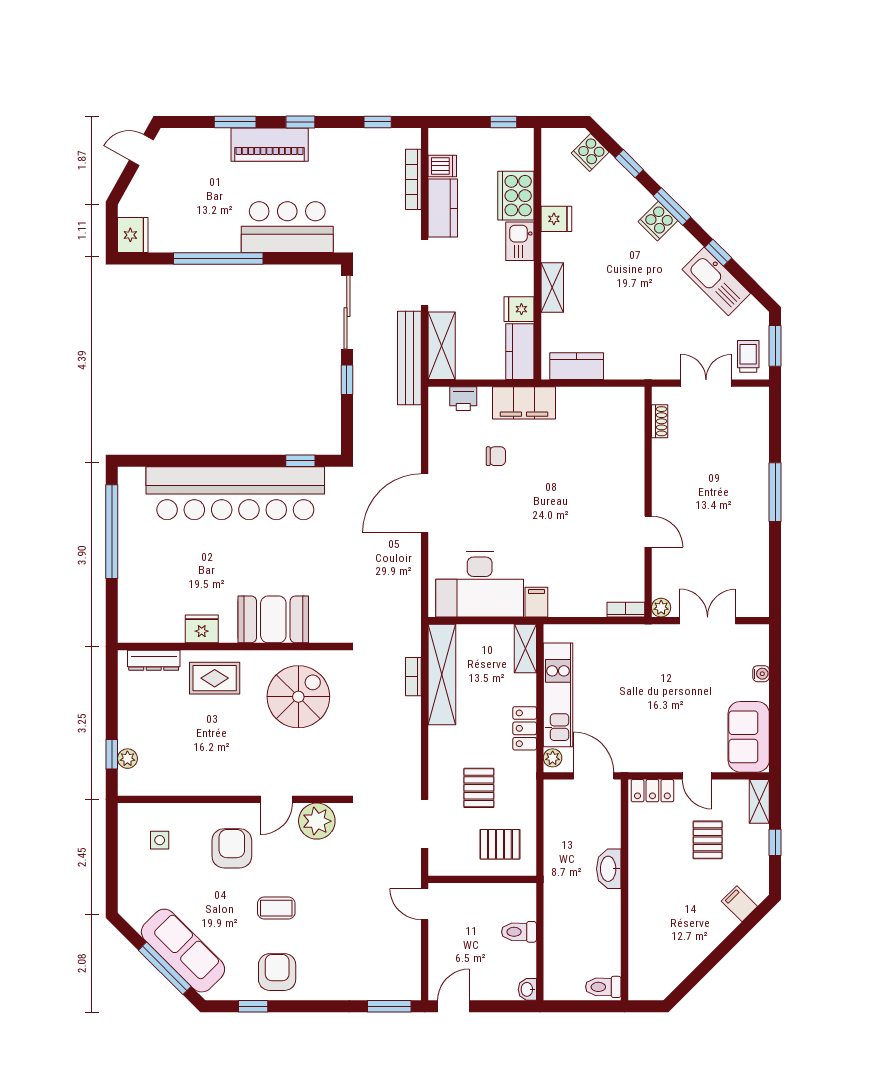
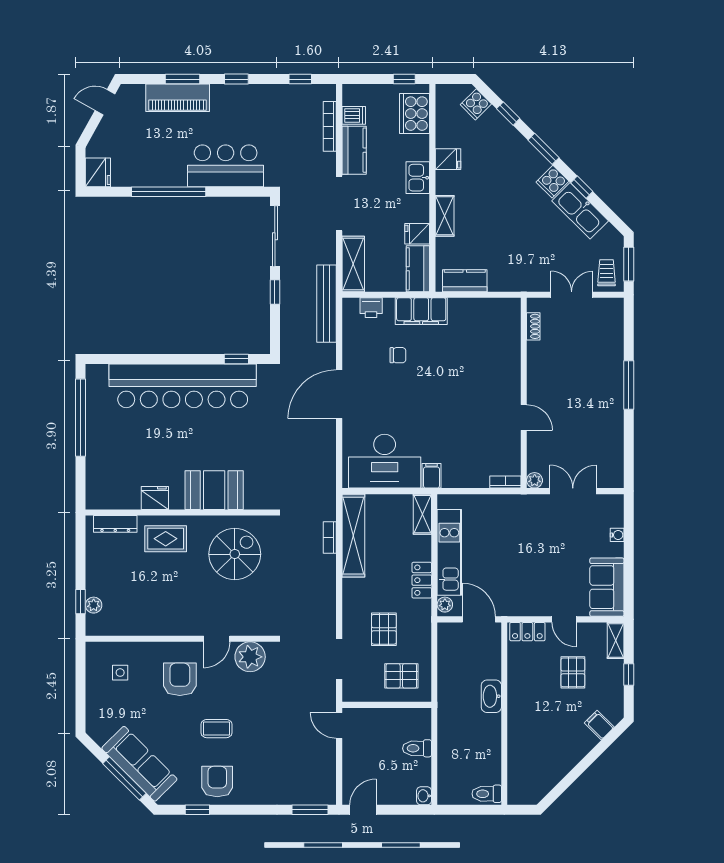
piano: (270, 145) -> (178, 98), moved
cooker: (516, 196) -> (415, 114), moved
cooker: (658, 221) -> (552, 182), moved
bench: (409, 358) -> (327, 304), moved

